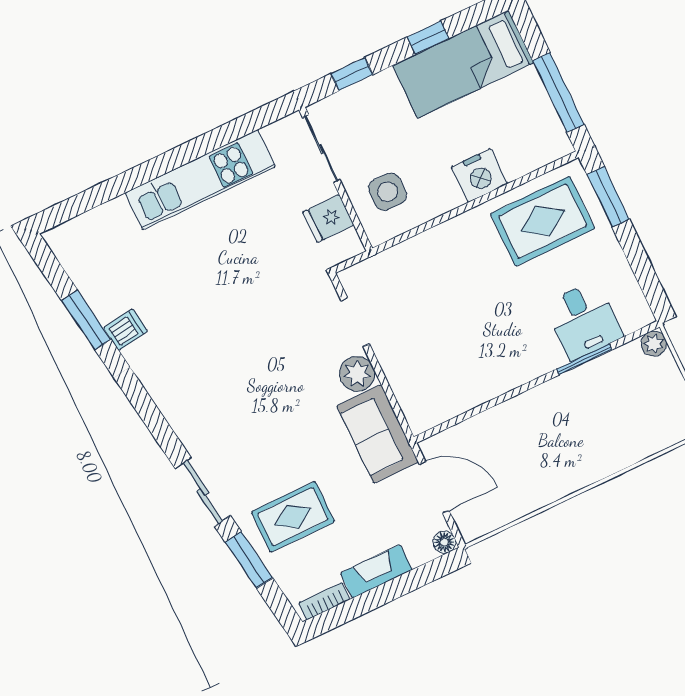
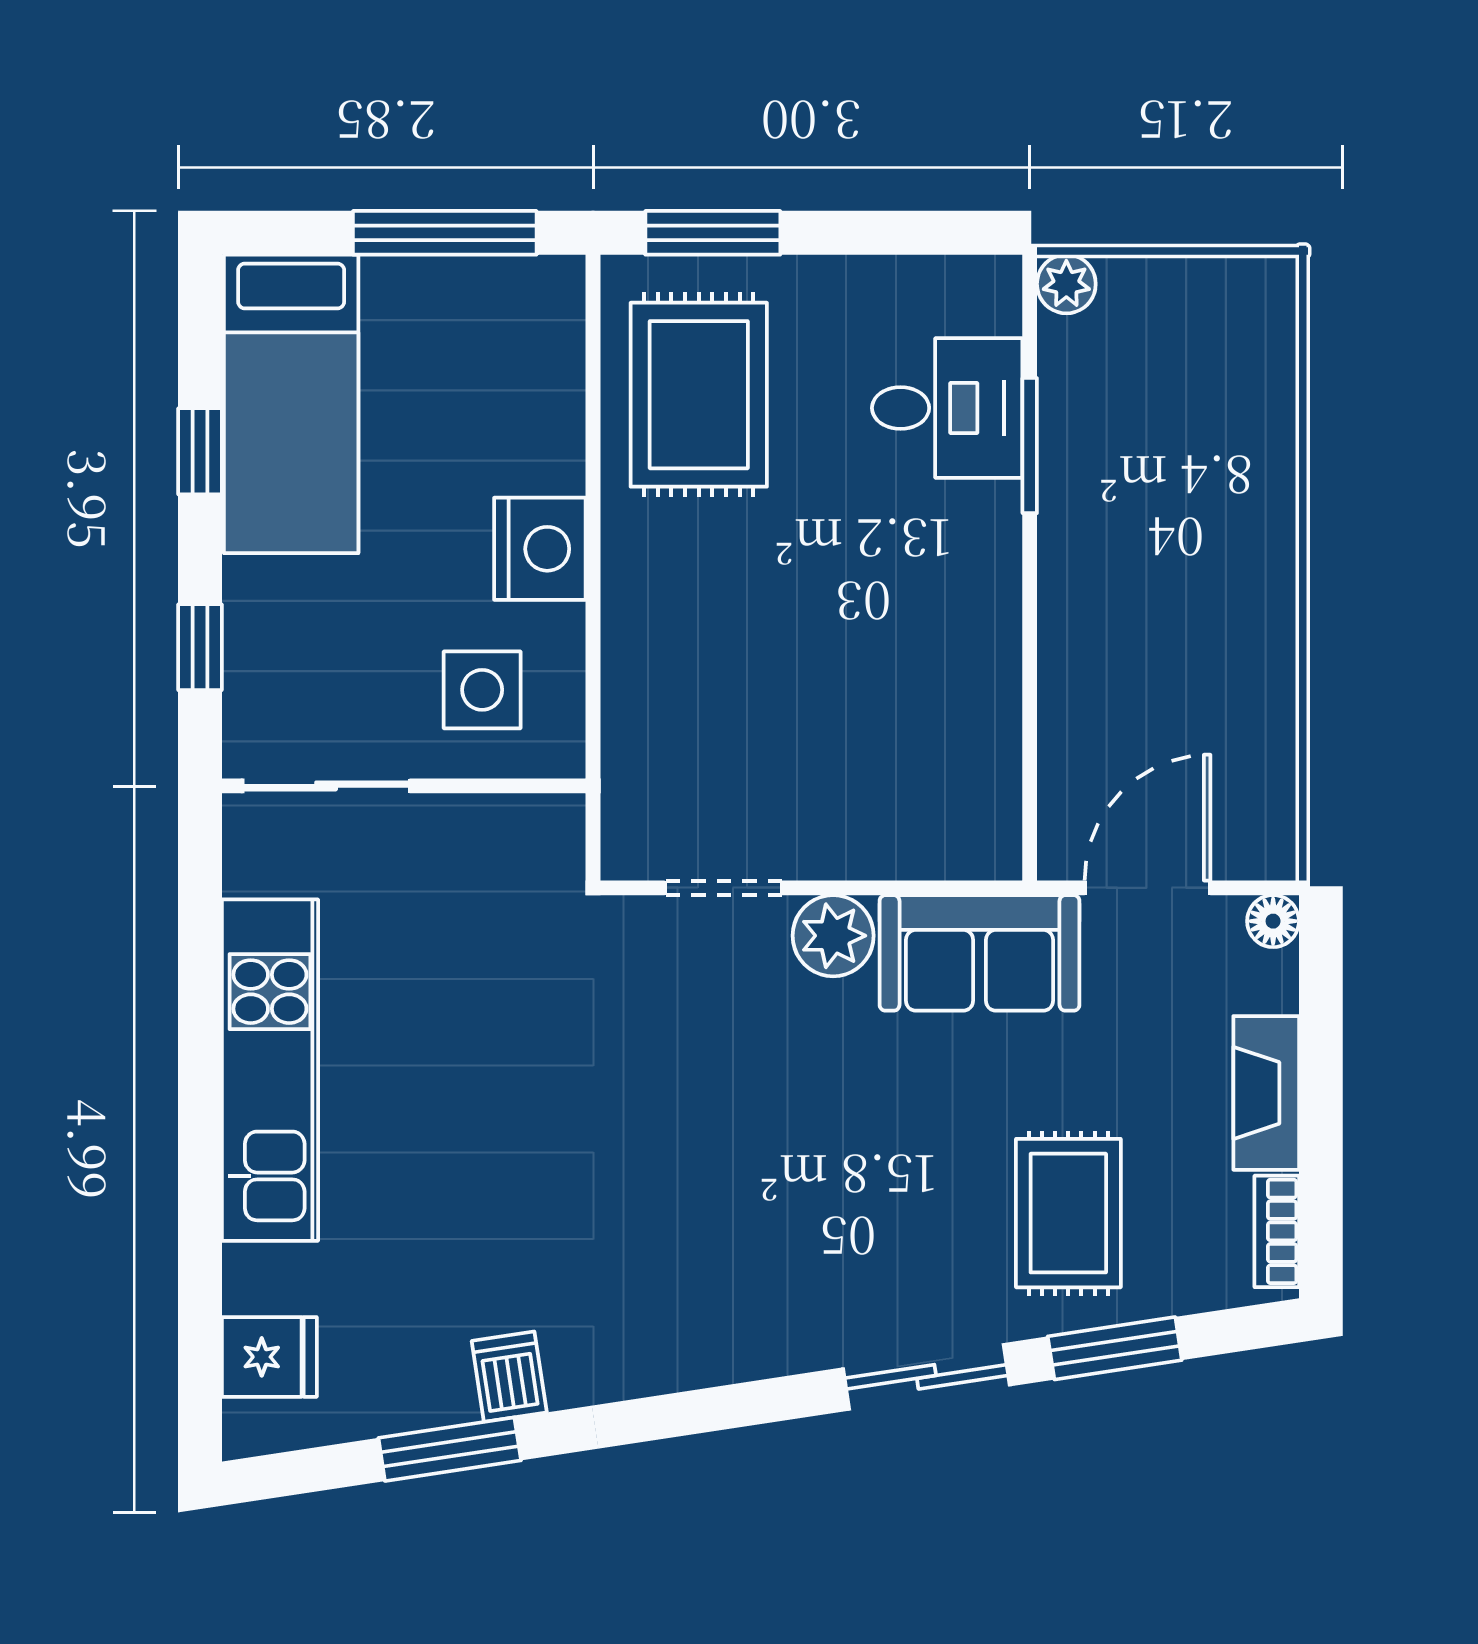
nightstand: (479, 175) -> (540, 549), moved
fridge: (328, 219) -> (269, 1357), moved, turned -90

